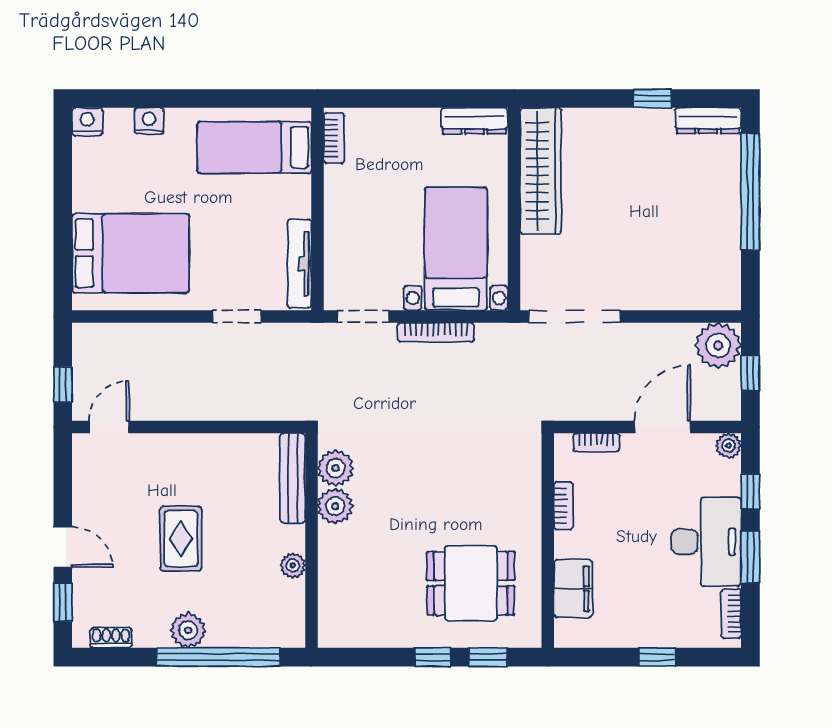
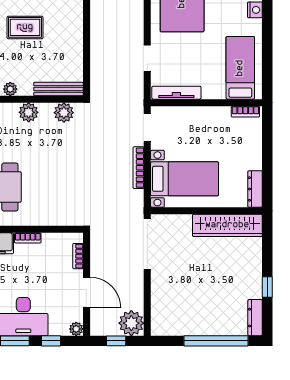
plant: (335, 506) -> (29, 112), moved
bookcase: (563, 506) -> (28, 238), moved

